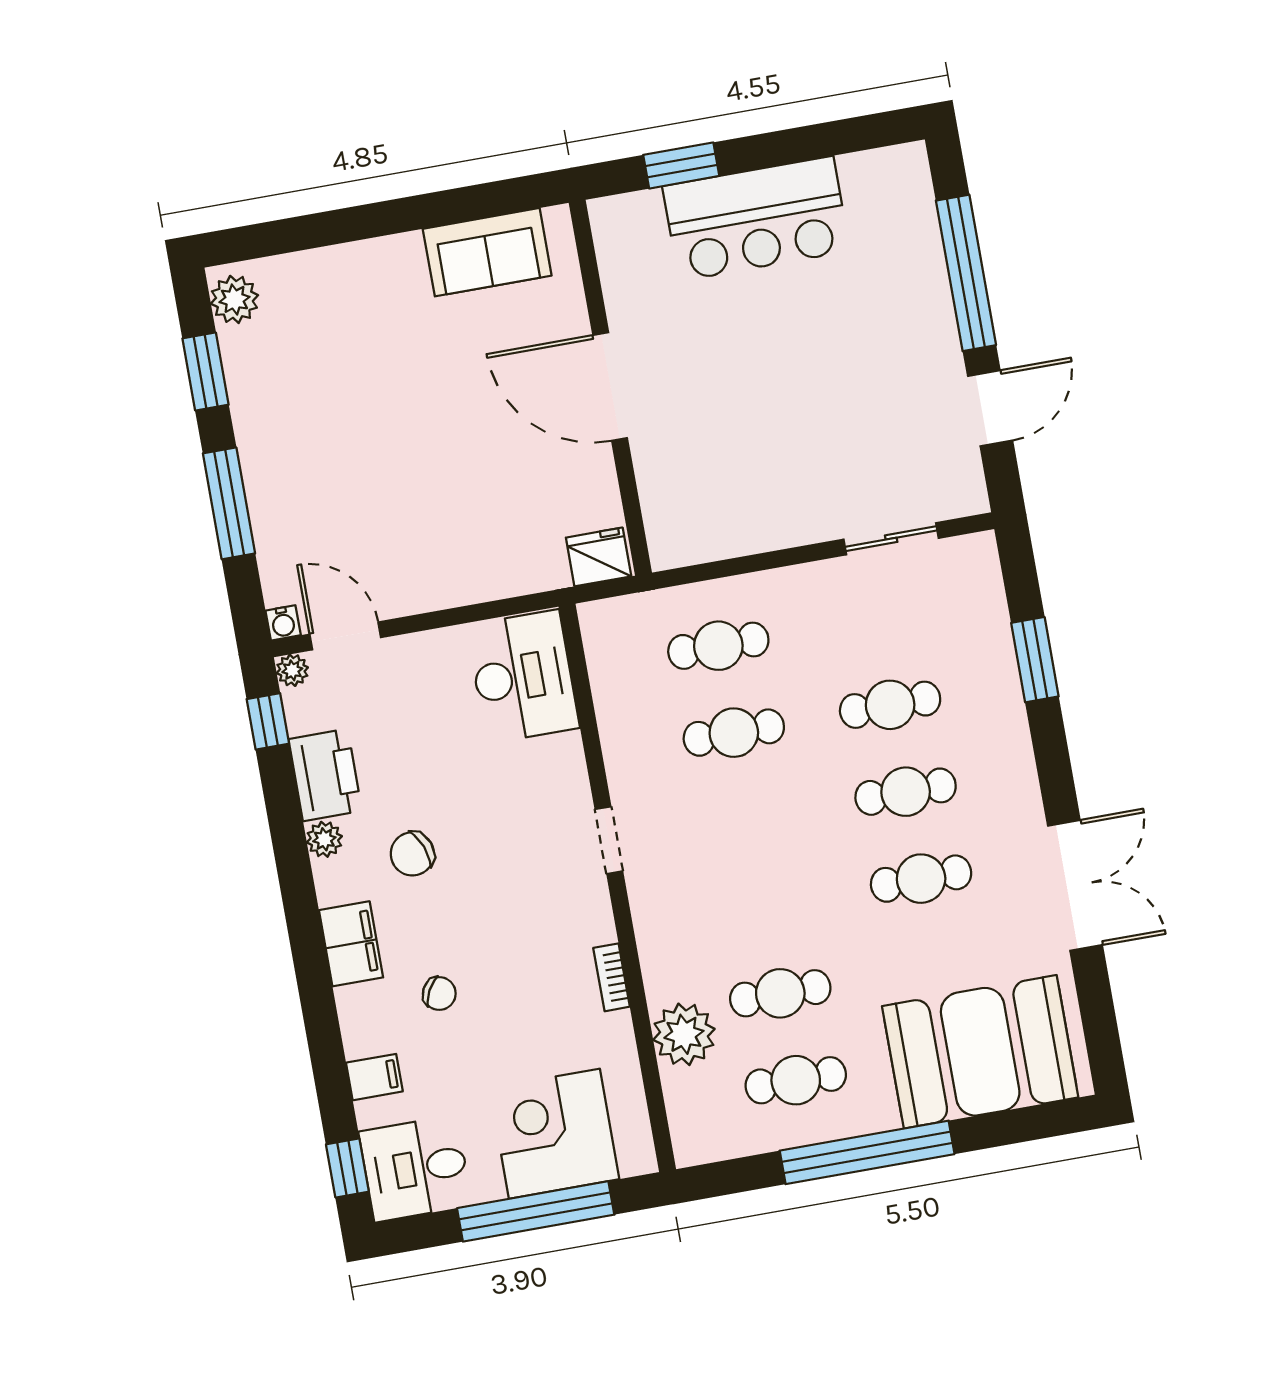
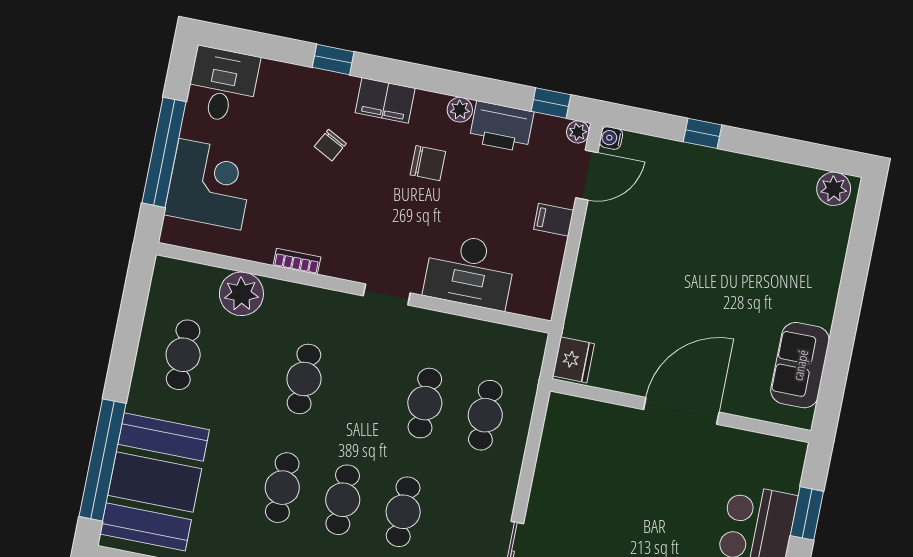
window: (206, 372) -> (794, 152), removed
window: (229, 503) -> (703, 133), width x0.46
desk: (523, 677) -> (470, 271), moved
chair: (412, 854) -> (428, 163), turned 111
cafe table: (780, 993) -> (304, 379), moved
filing cabinet: (374, 1077) -> (554, 220), moved, turned 90
window: (867, 1152) -> (103, 460), moved
window: (347, 1168) -> (333, 59), moved

